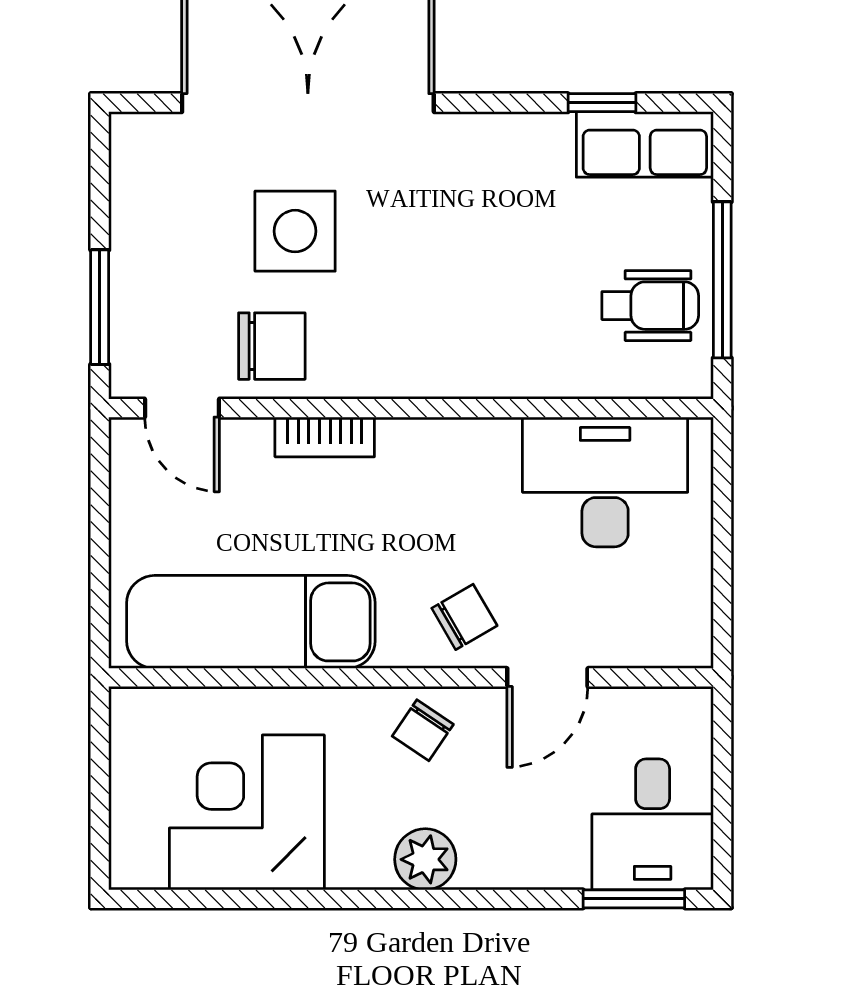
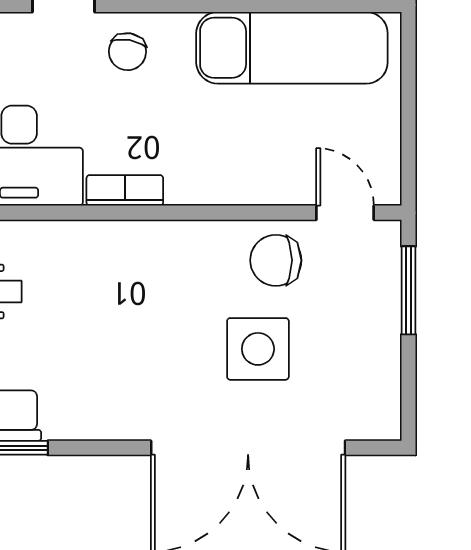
bookcase: (325, 437) -> (125, 190), moved
chair: (464, 617) -> (127, 52), turned -50

